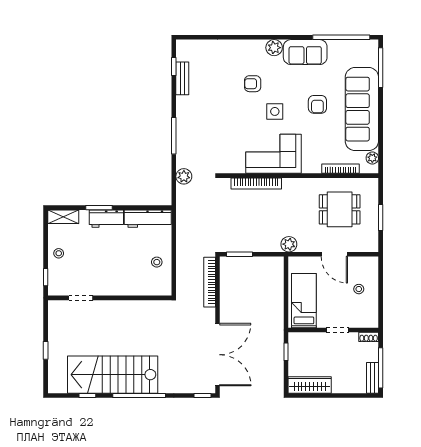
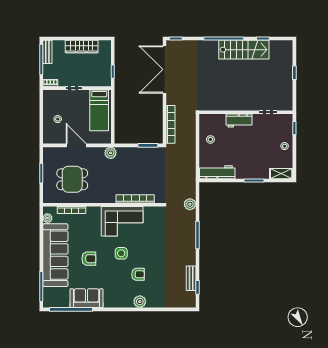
plant: (274, 48) -> (140, 302), moved
sofa: (305, 52) -> (86, 298), moved
armchair: (317, 104) -> (89, 259), turned 90
workbench: (106, 219) -> (239, 121), moved, turned 180
stairs: (113, 375) -> (244, 50), width x0.73, depth x0.66
wardrobe: (310, 385) -> (82, 47), moved

